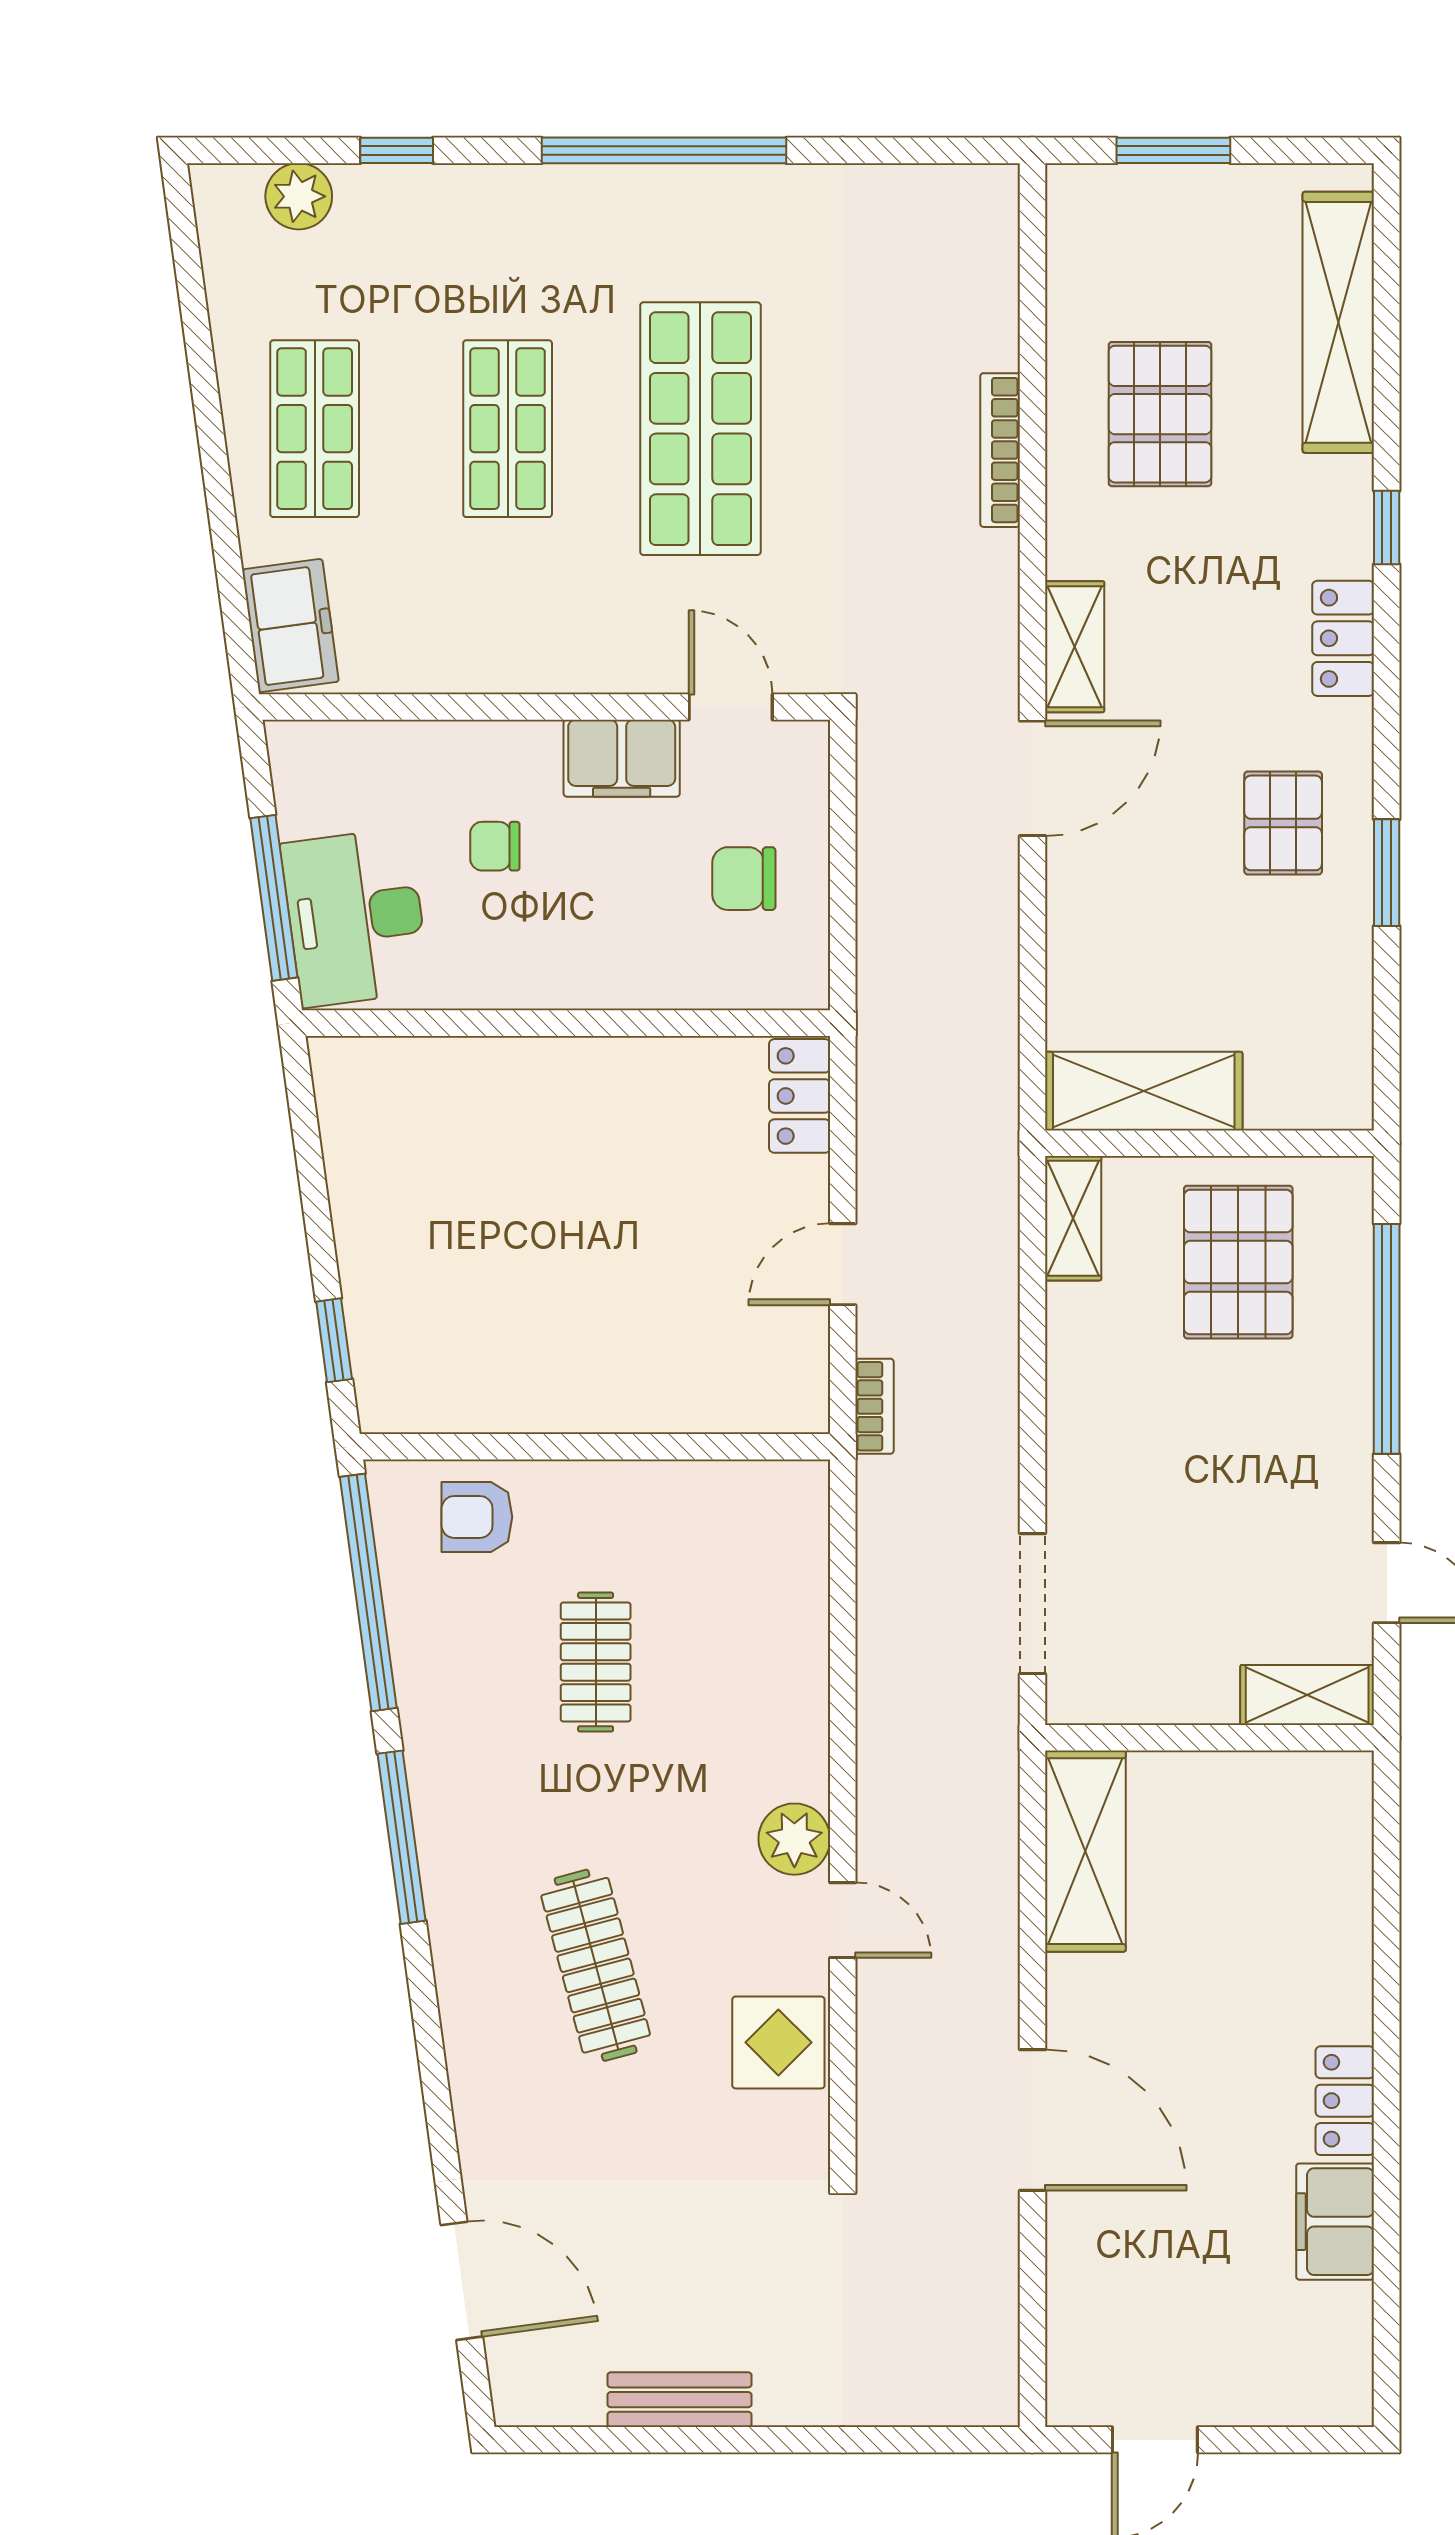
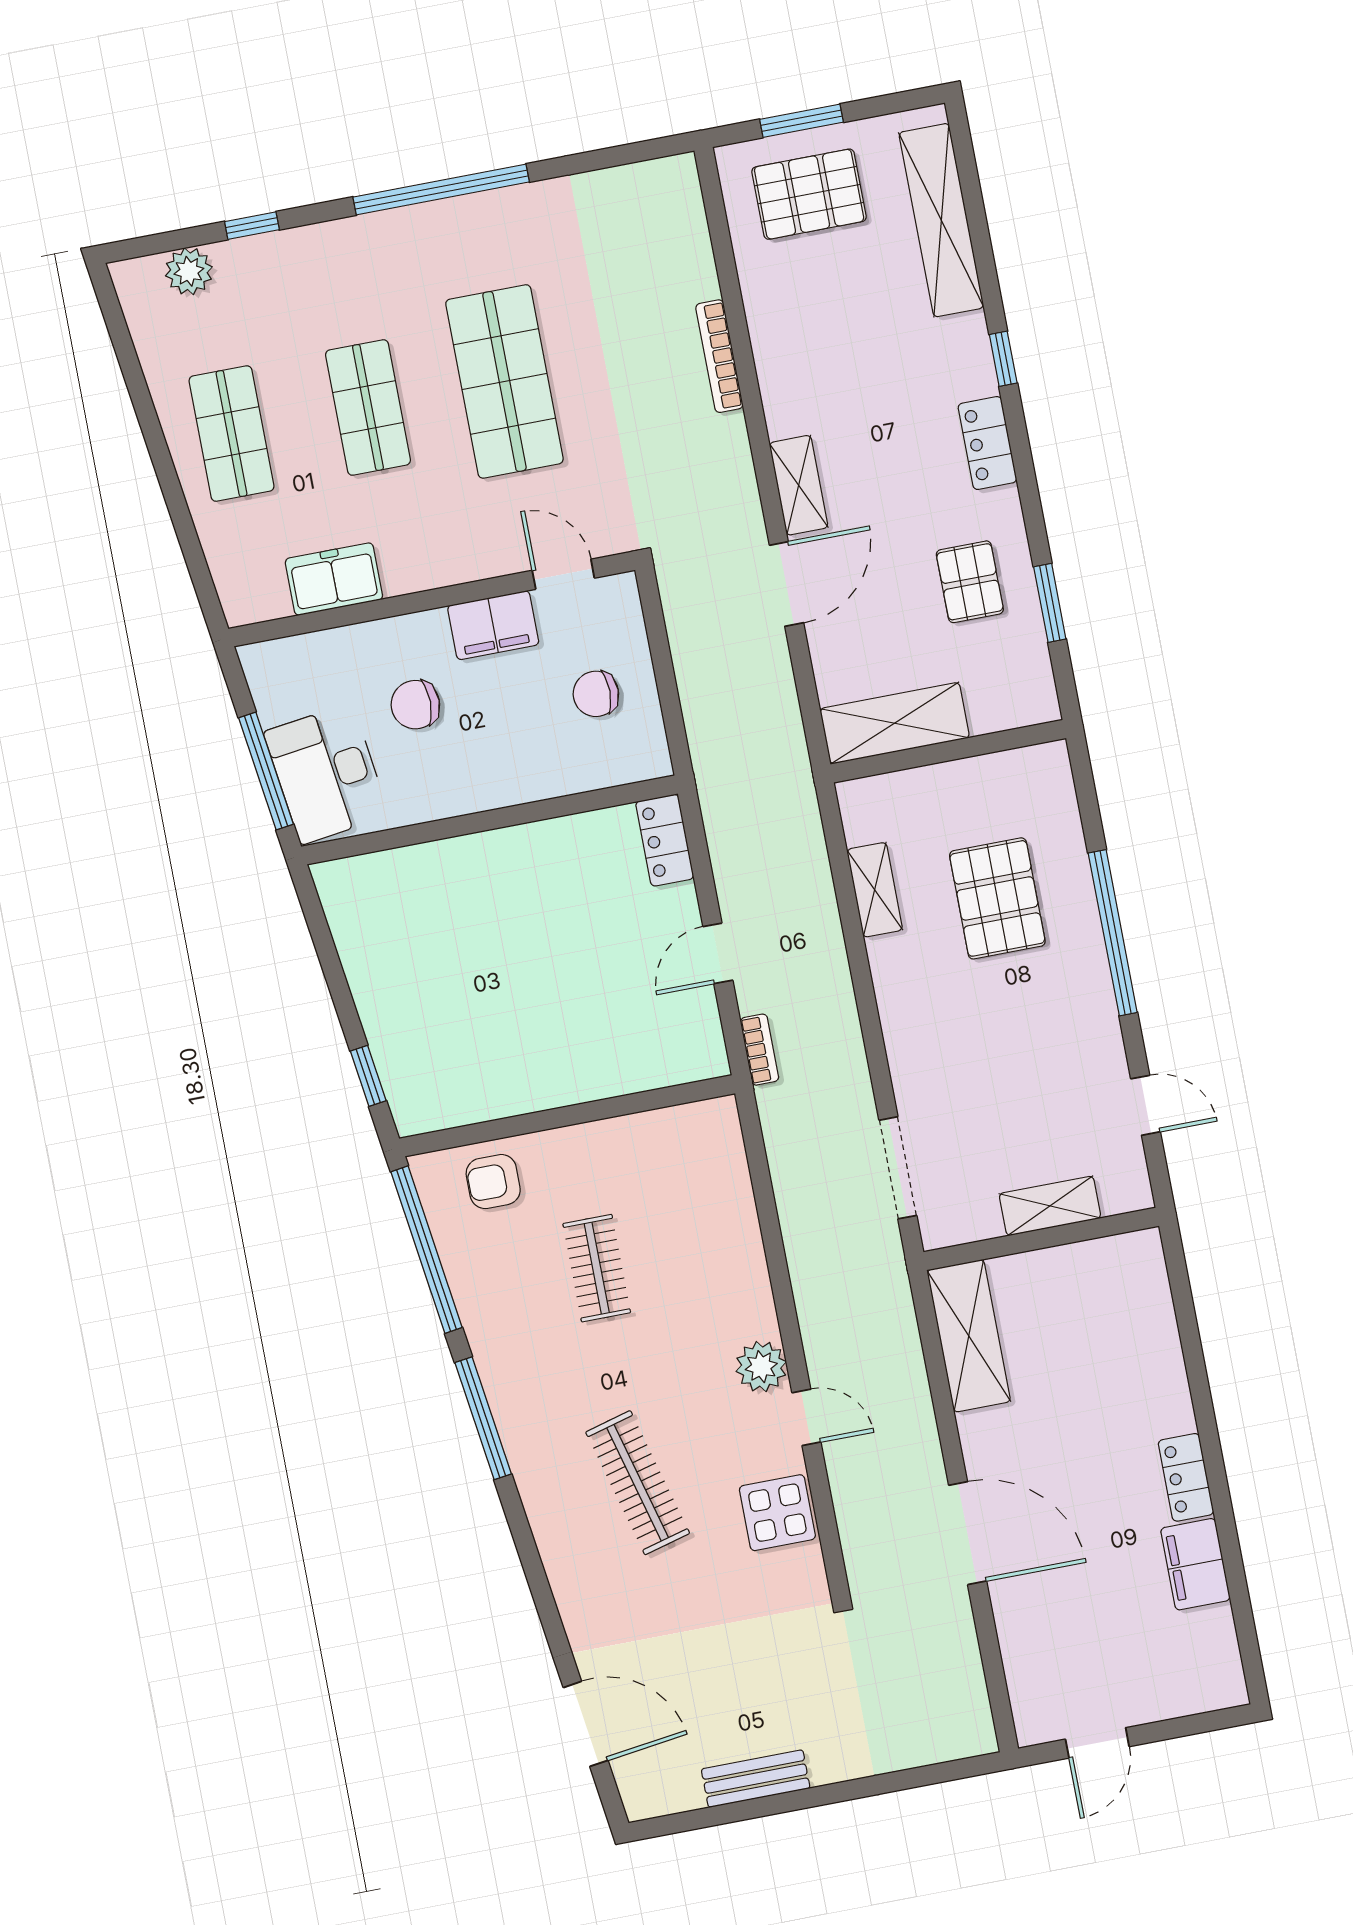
pallet: (1160, 414) -> (809, 194), moved, turned 90
freezer: (290, 626) -> (334, 579), moved, turned -82
chair: (495, 846) -> (415, 705), width x1.37, depth x1.37
shelving: (1144, 1091) -> (895, 723), moved
wall: (1210, 1143) -> (948, 751), moved
shelving: (1307, 1695) -> (1050, 1206), moved

